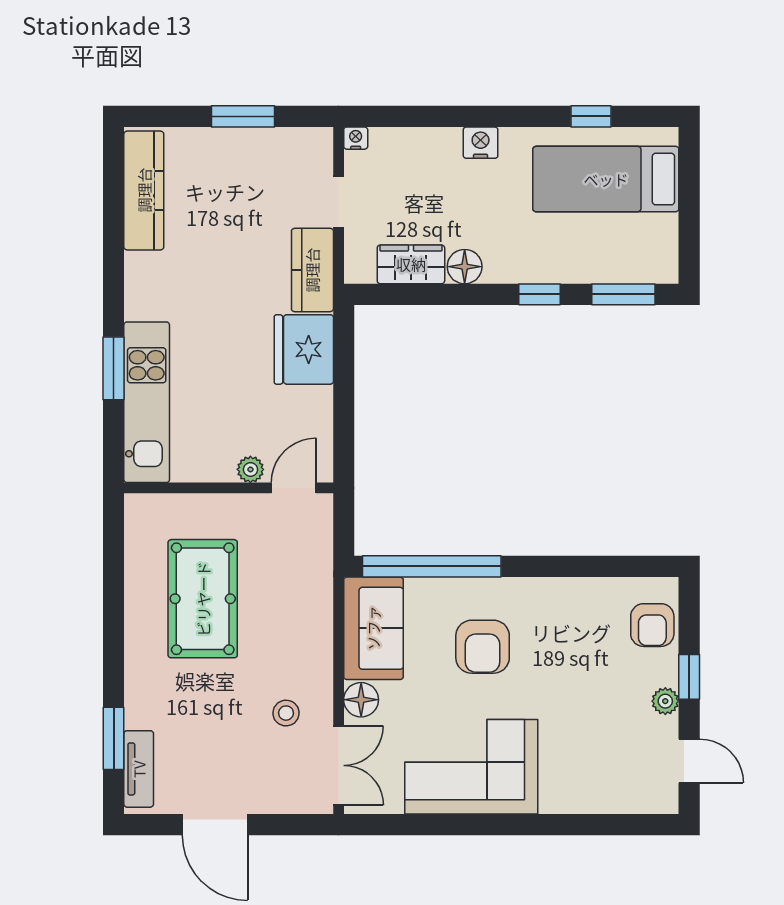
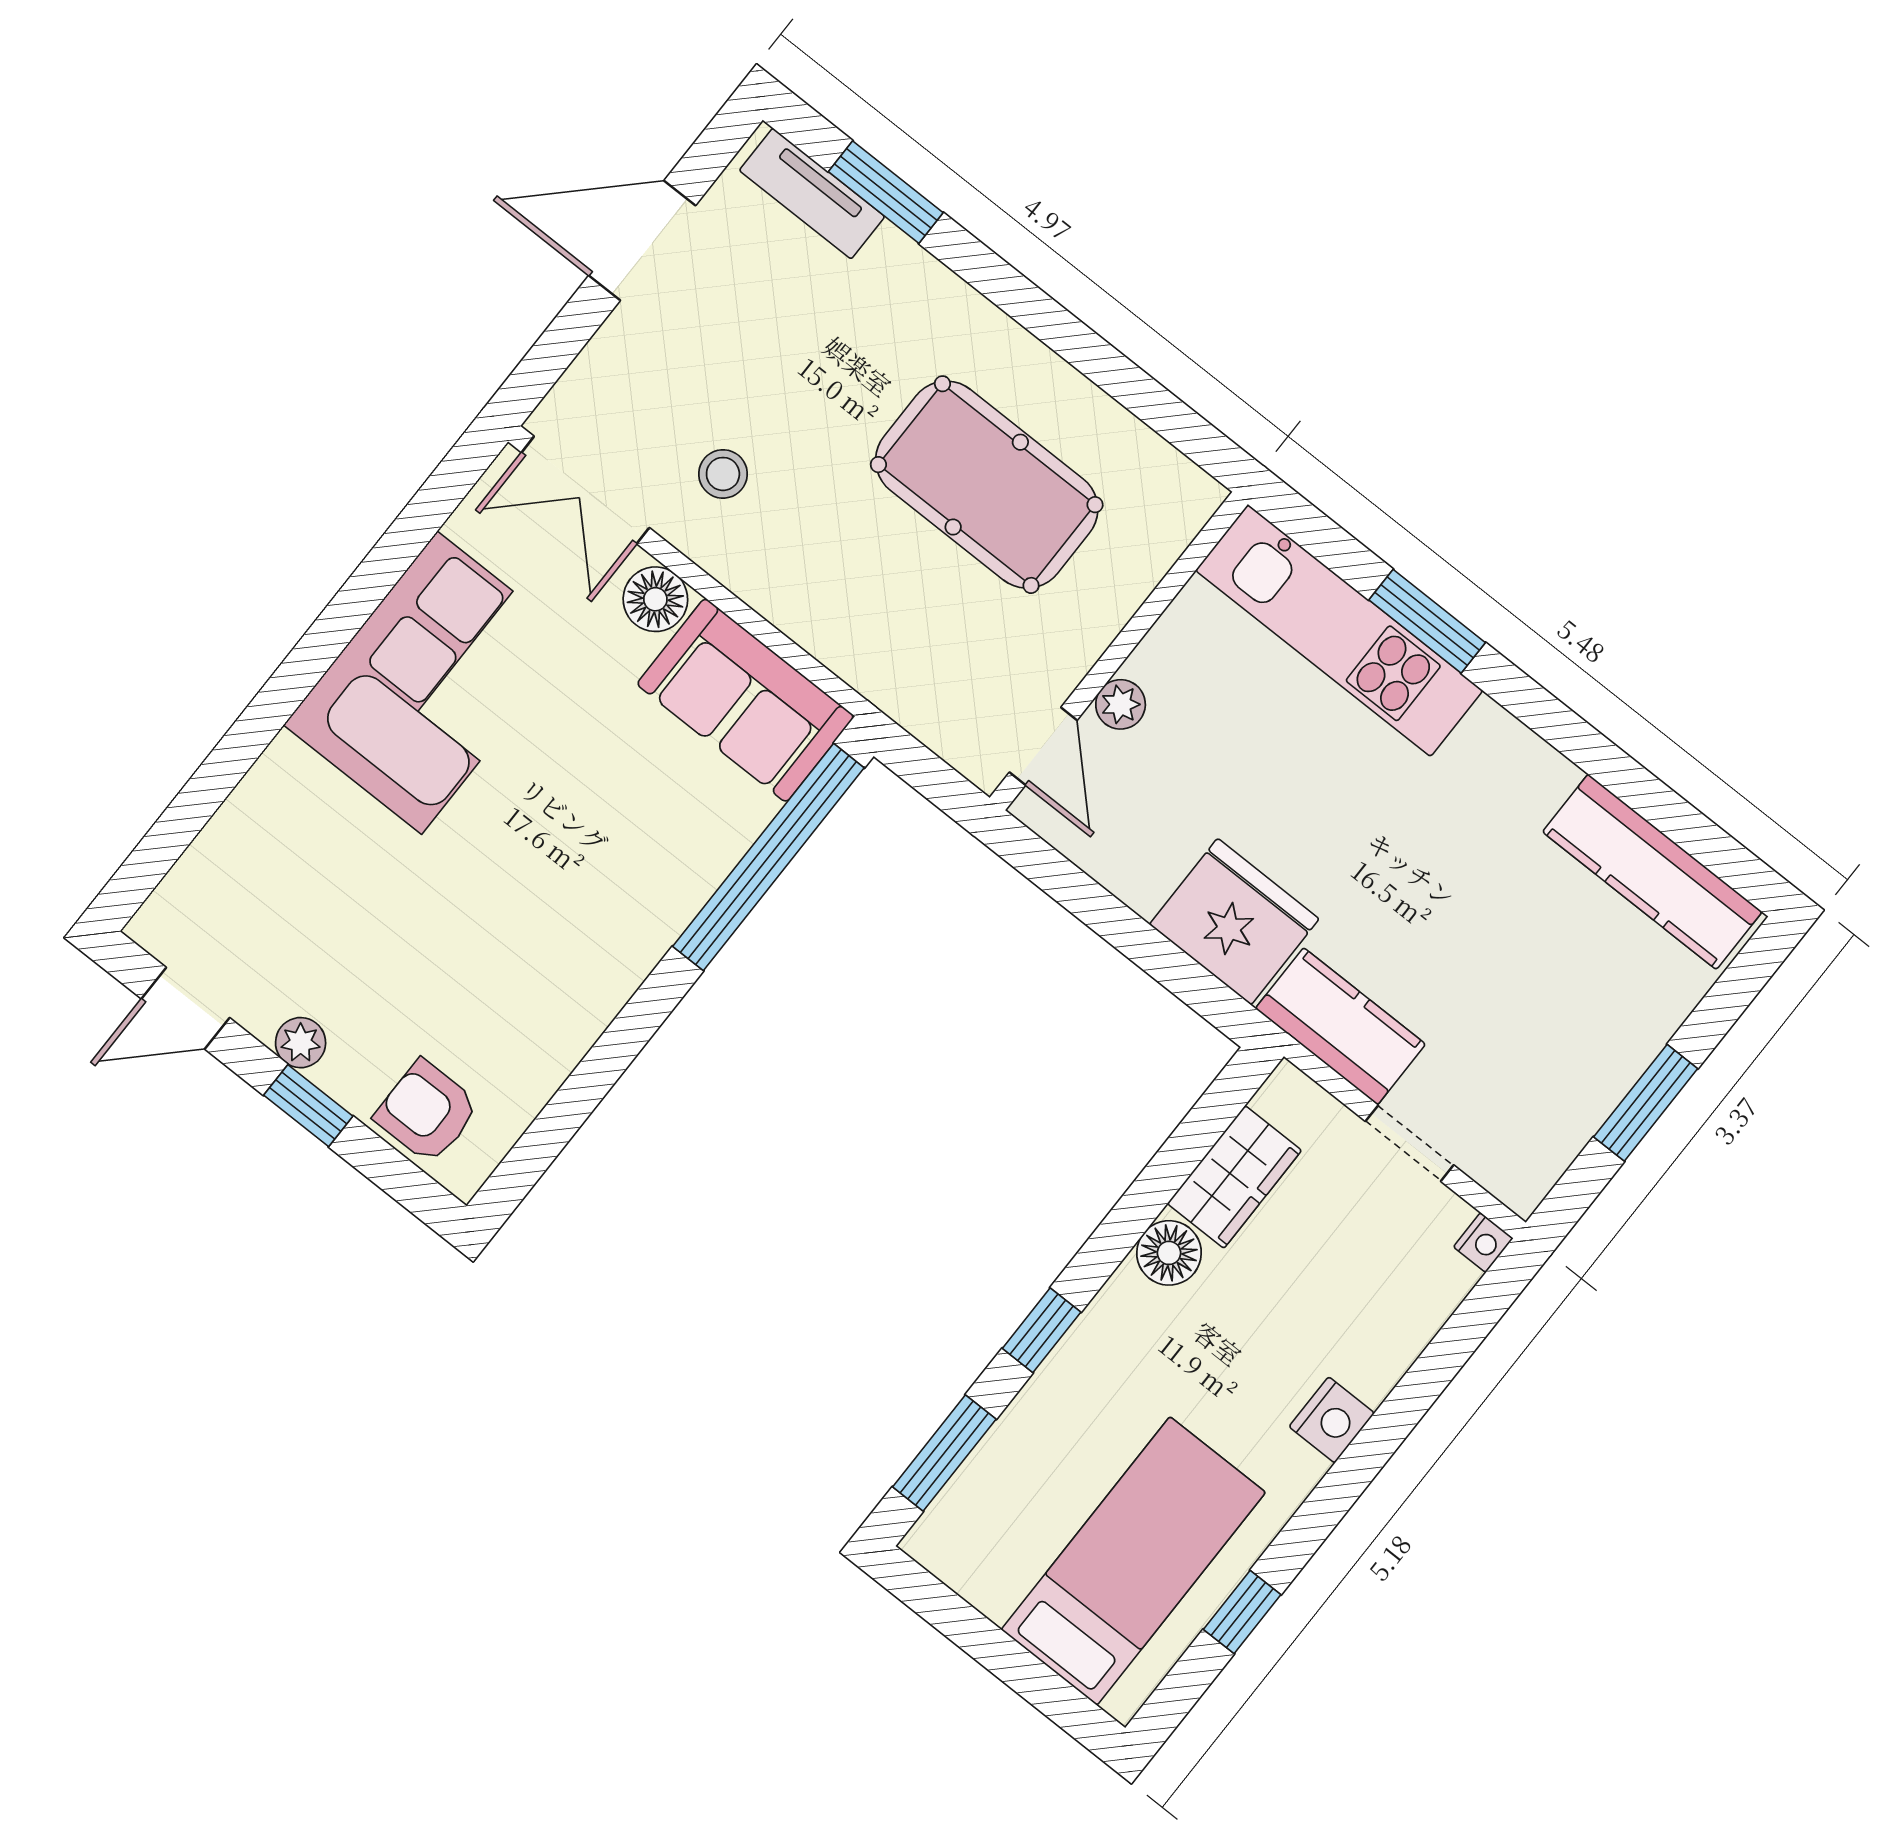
armchair: (483, 647) -> (592, 838), removed

